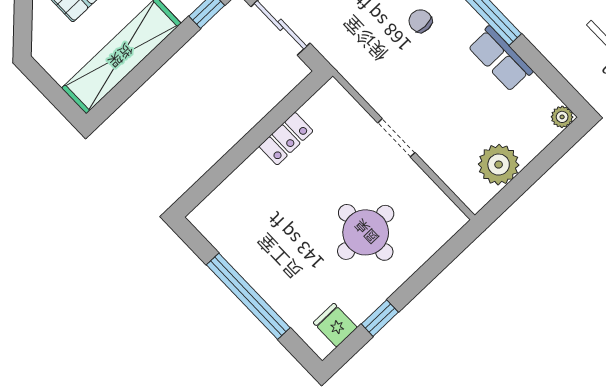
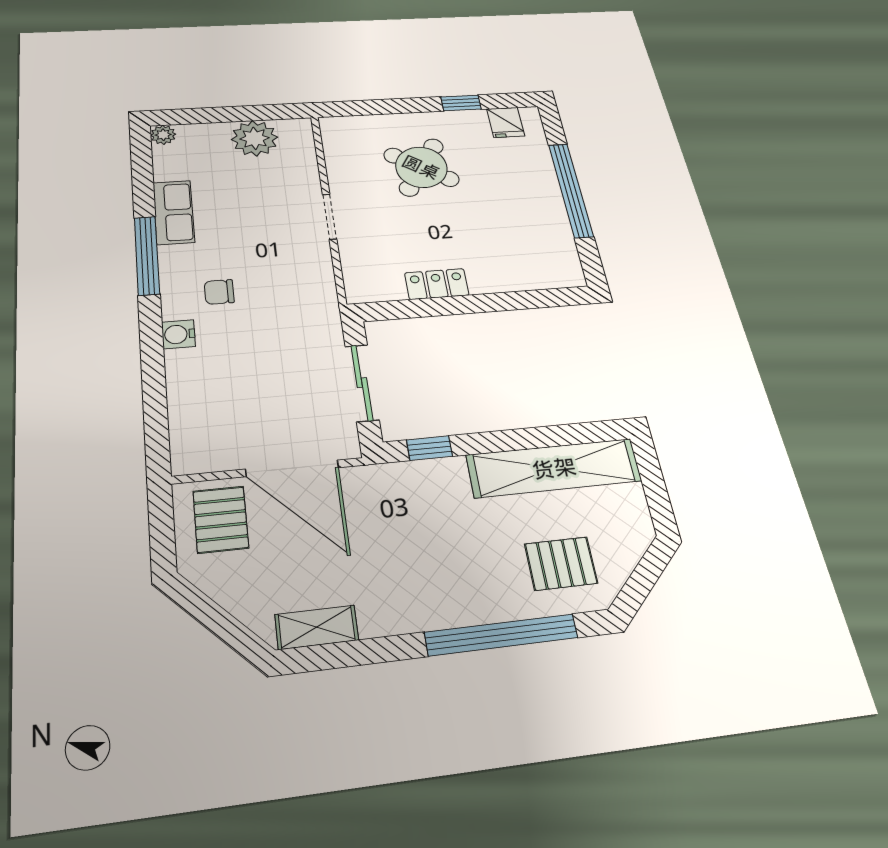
chair: (420, 21) -> (219, 292), turned 90
round table: (366, 232) -> (421, 167), turned 33

